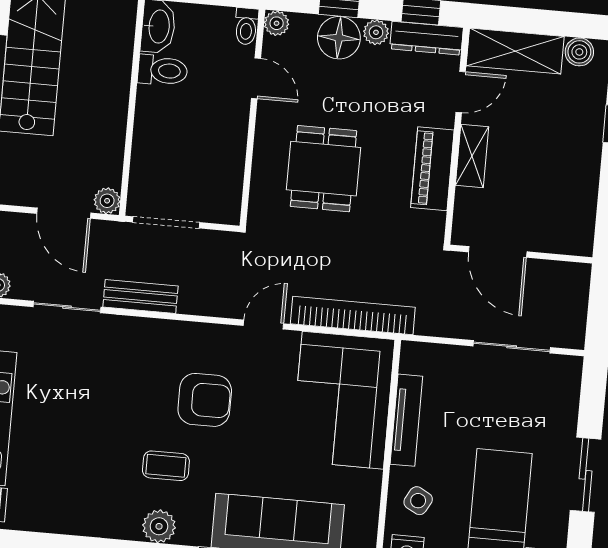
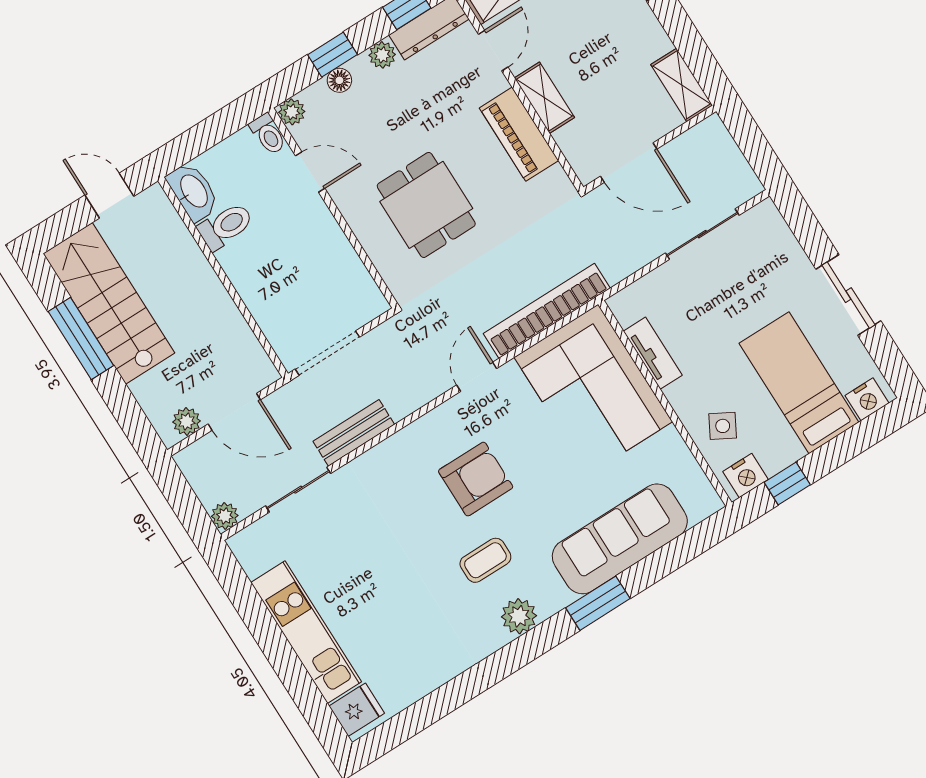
floor lamp: (339, 38) -> (339, 80), width x0.53, depth x0.53
plant: (107, 201) -> (187, 421), moved
shelving: (581, 224) -> (682, 85), added
tv unit: (406, 420) -> (653, 353), width x0.71

